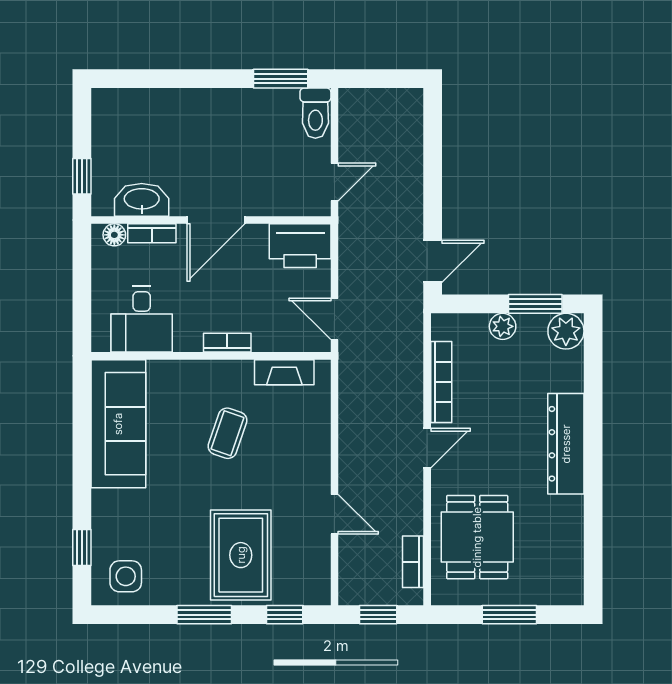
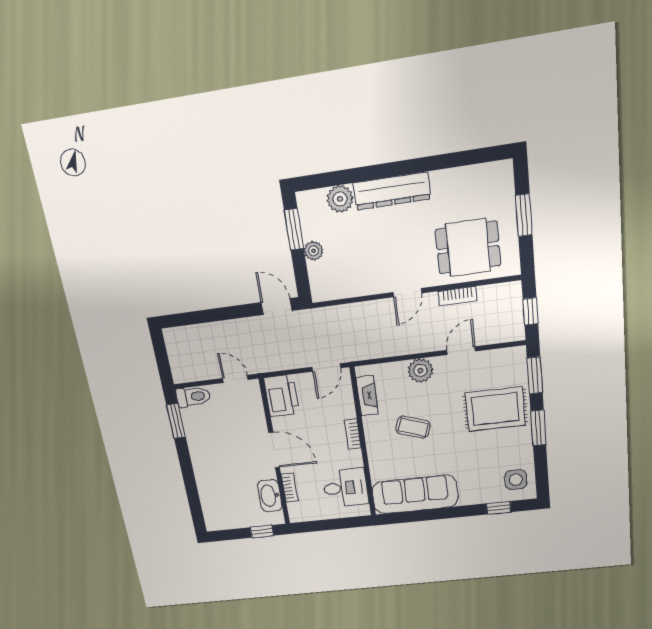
floor lamp: (114, 235) -> (295, 509), removed
plant: (566, 331) -> (340, 199), moved
bookcase: (441, 382) -> (359, 289), removed
door: (427, 448) -> (407, 293), swing flipped
plant: (313, 454) -> (420, 370), added
bookcase: (413, 562) -> (457, 296), moved
window: (285, 615) -> (535, 375), width x1.50

